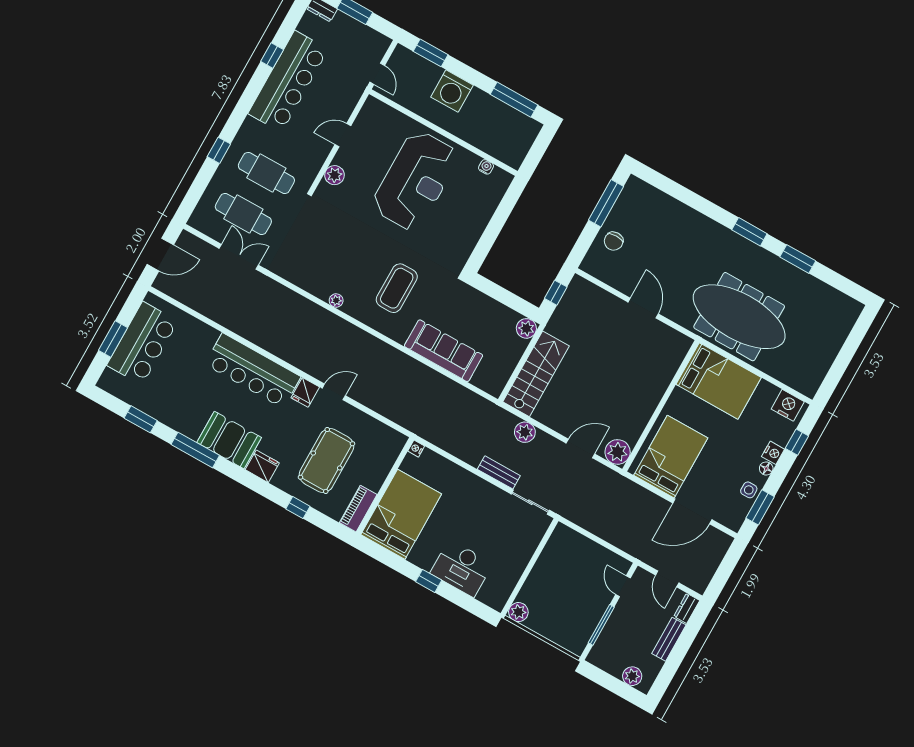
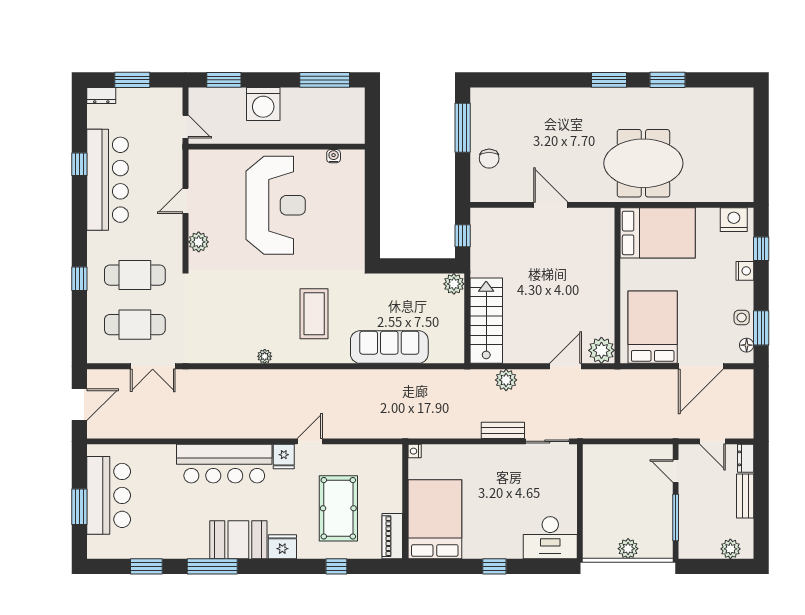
double door: (239, 257) -> (153, 366), swing flipped
meeting table: (739, 317) -> (643, 163), width x0.73
floor lamp: (766, 468) -> (747, 345), moved
desk: (462, 568) -> (550, 538), moved
plant: (518, 612) -> (628, 549), moved

